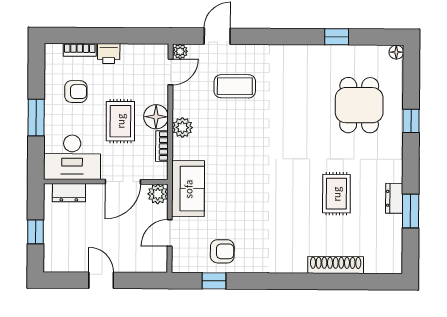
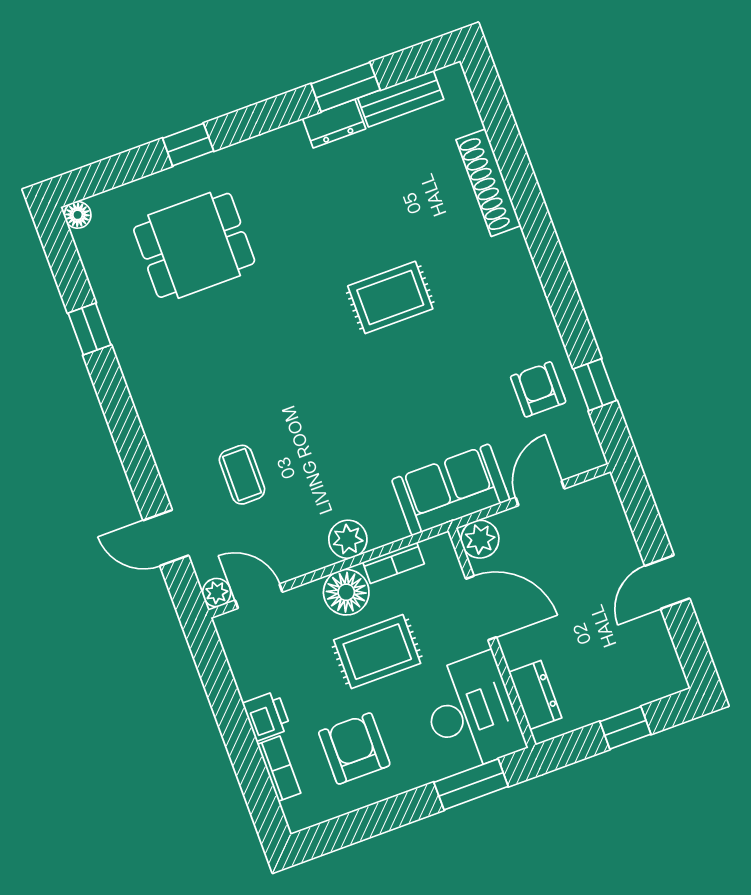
coffee table: (235, 86) -> (242, 475), width x0.73, depth x0.77
armchair: (76, 92) -> (354, 749), width x1.38, depth x1.38
window: (36, 118) -> (471, 784), moved
rug: (336, 194) -> (390, 297), moved
door: (170, 233) -> (540, 493), swing flipped
bench: (394, 237) -> (401, 99), added

